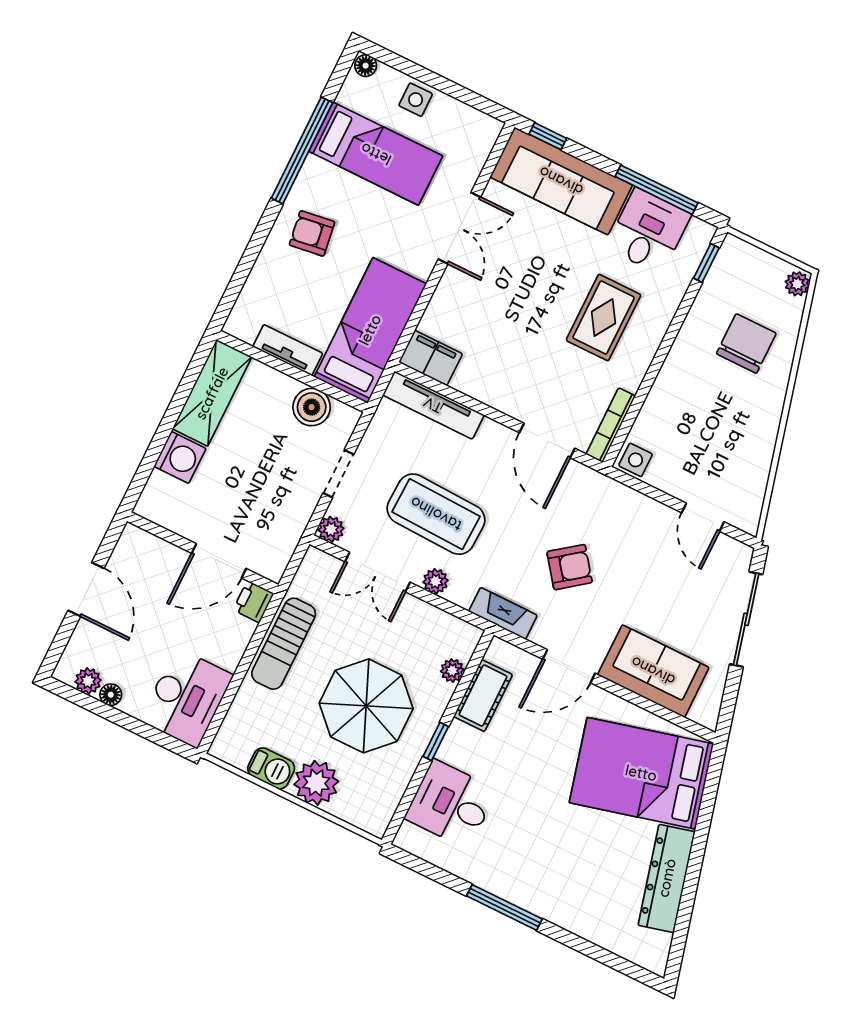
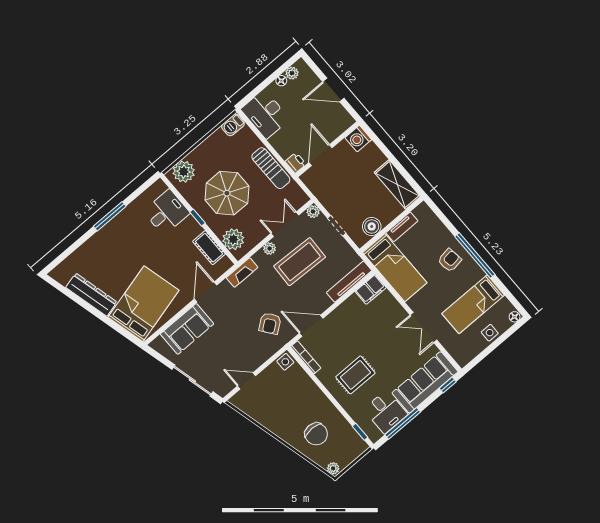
window: (302, 150) -> (475, 255), moved
rug: (604, 318) -> (355, 375), turned 90
washing machine: (180, 457) -> (358, 139), moved
armchair: (570, 567) -> (270, 323), moved
sun lounger: (284, 644) -> (271, 168), turned 180
plant: (452, 671) -> (233, 239), width x1.87, depth x1.87
barbecue: (271, 768) -> (233, 125), moved
plant: (316, 783) -> (184, 172), moved

